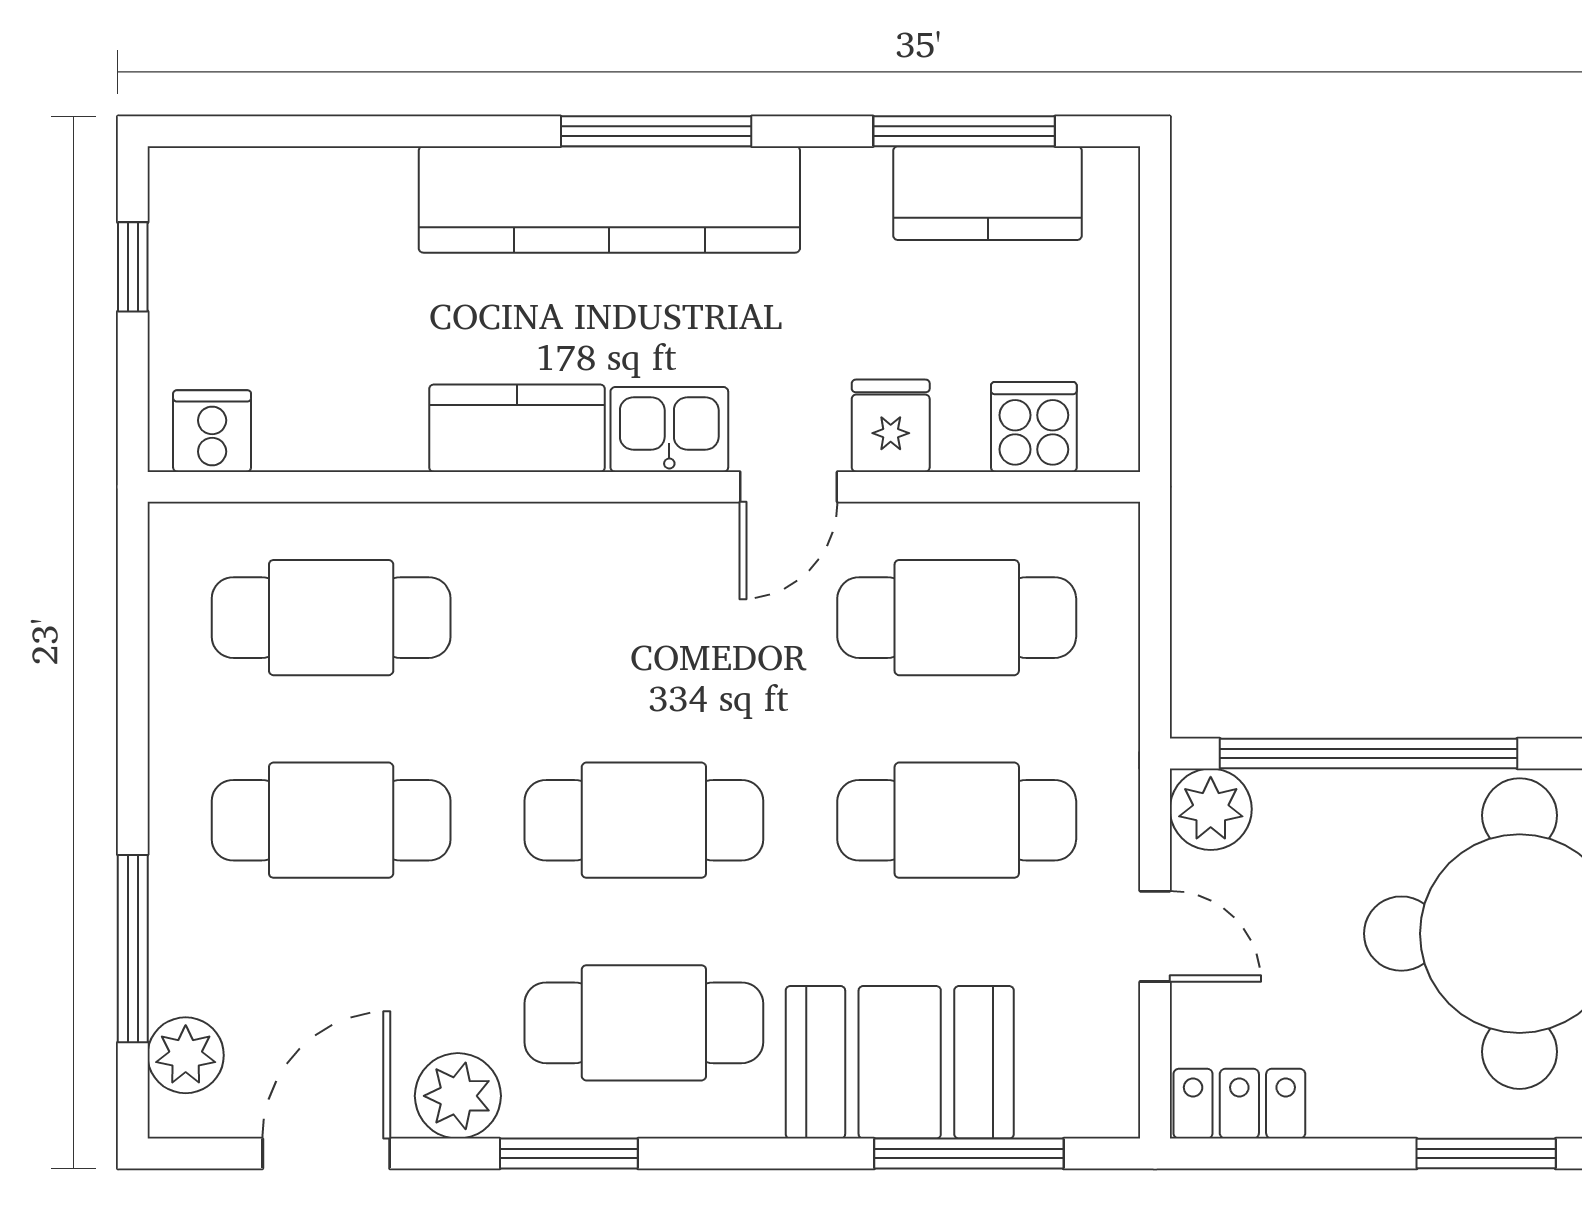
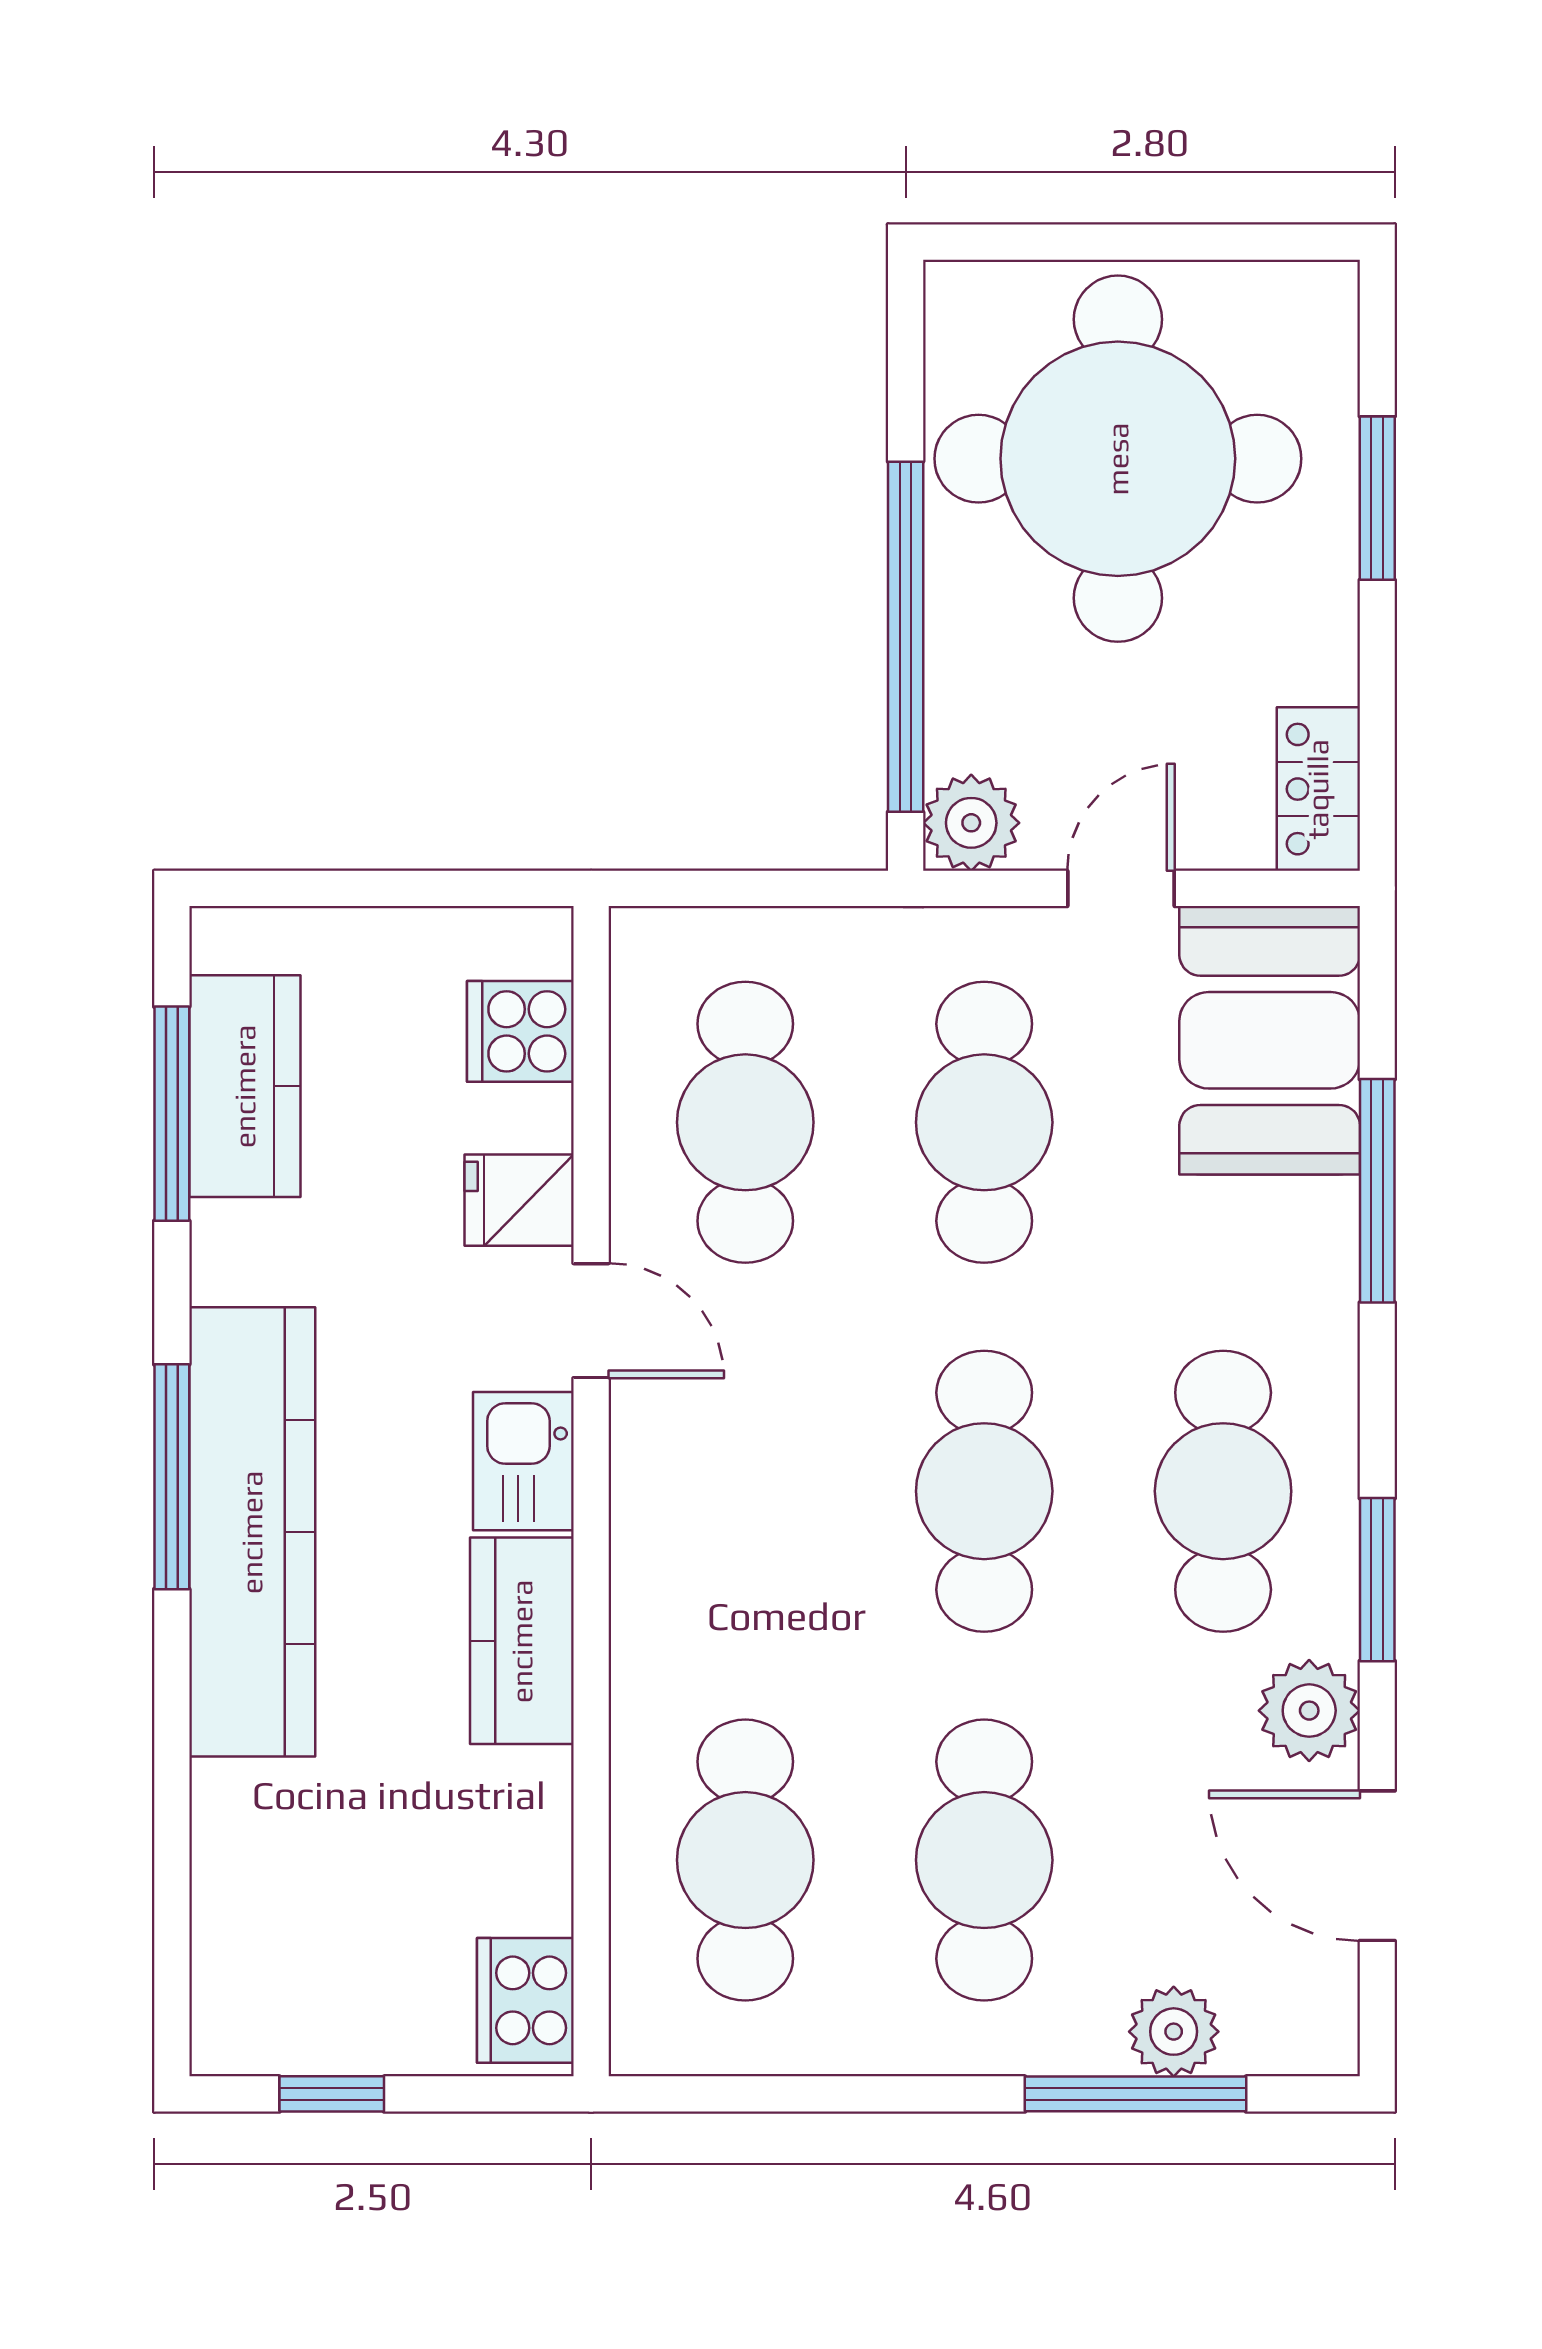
cooker: (212, 431) -> (525, 2000), width x1.36
plant: (186, 1055) -> (1174, 2032), moved
booth: (900, 1062) -> (1270, 1040), moved
window: (969, 1154) -> (1377, 1191), moved

